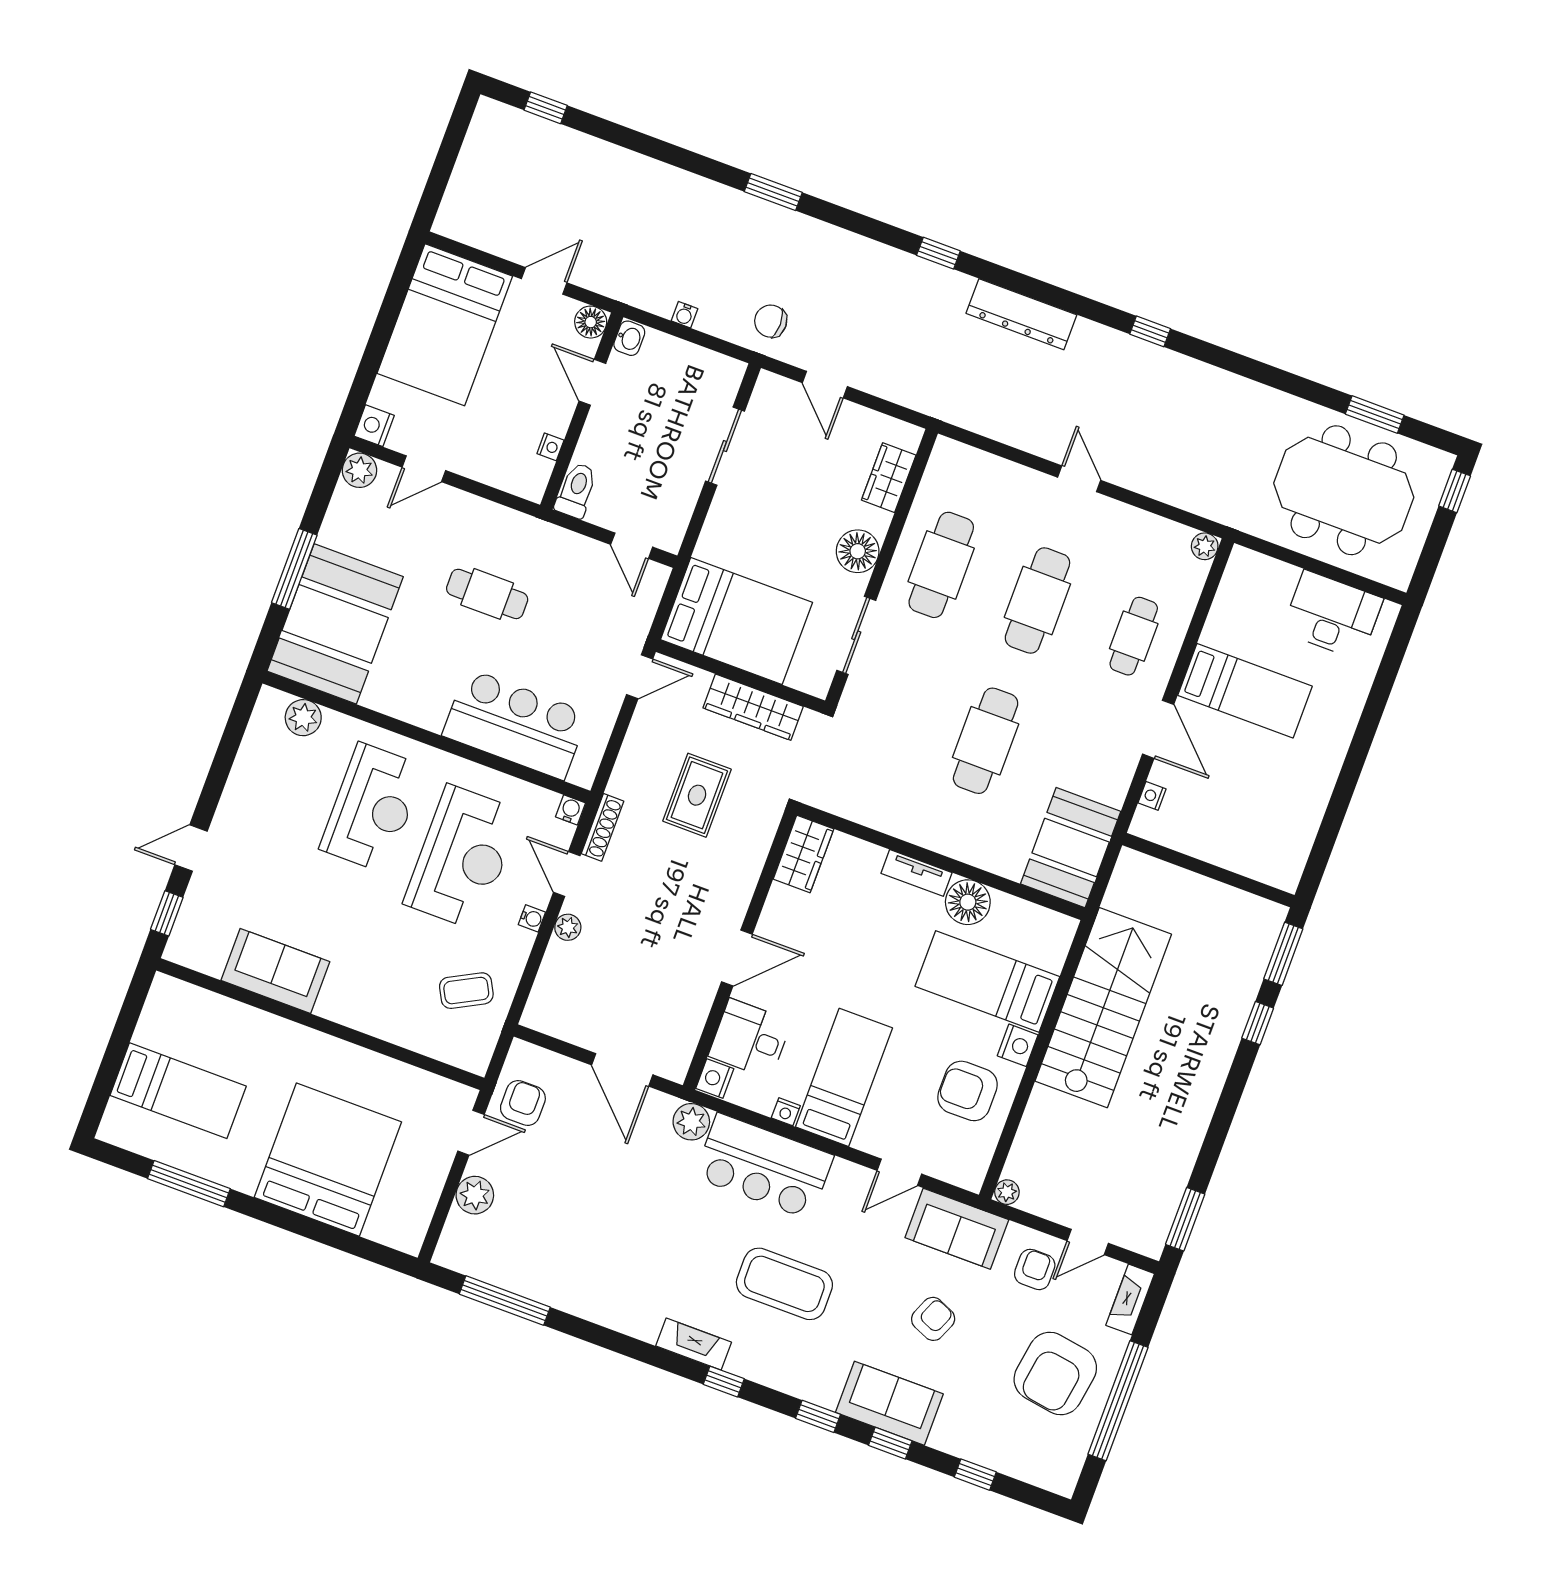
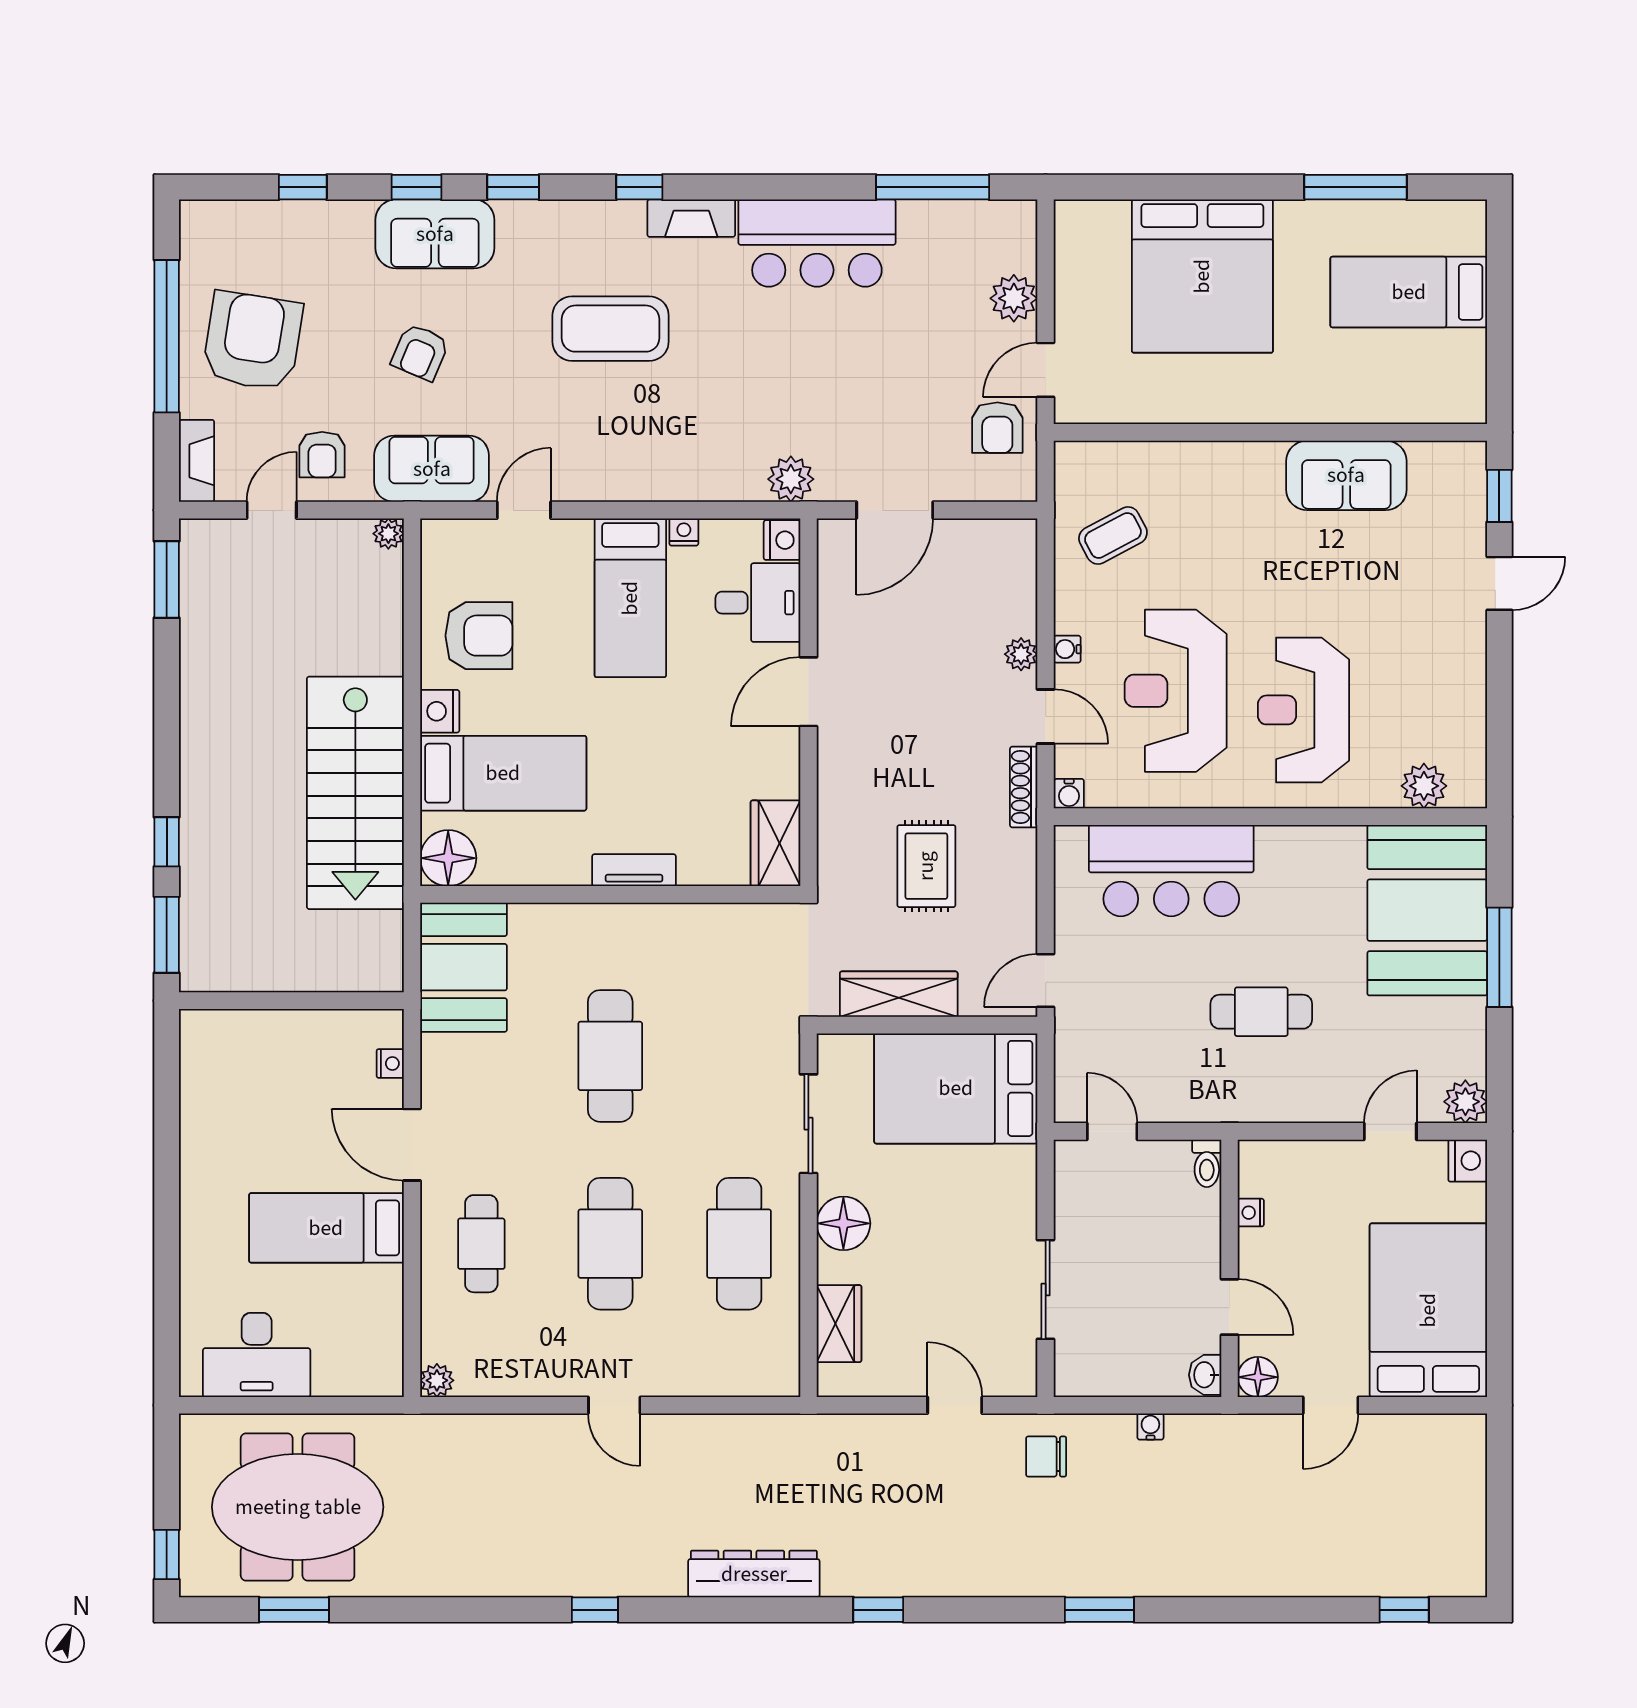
chair: (771, 321) -> (1046, 1457), turned 180
toilet: (576, 490) -> (1207, 1163), width x0.73, depth x0.72
floor lamp: (968, 902) -> (448, 858), moved
door: (622, 1070) -> (895, 510), swing flipped
bar counter: (764, 1166) -> (817, 243), moved, turned 180

